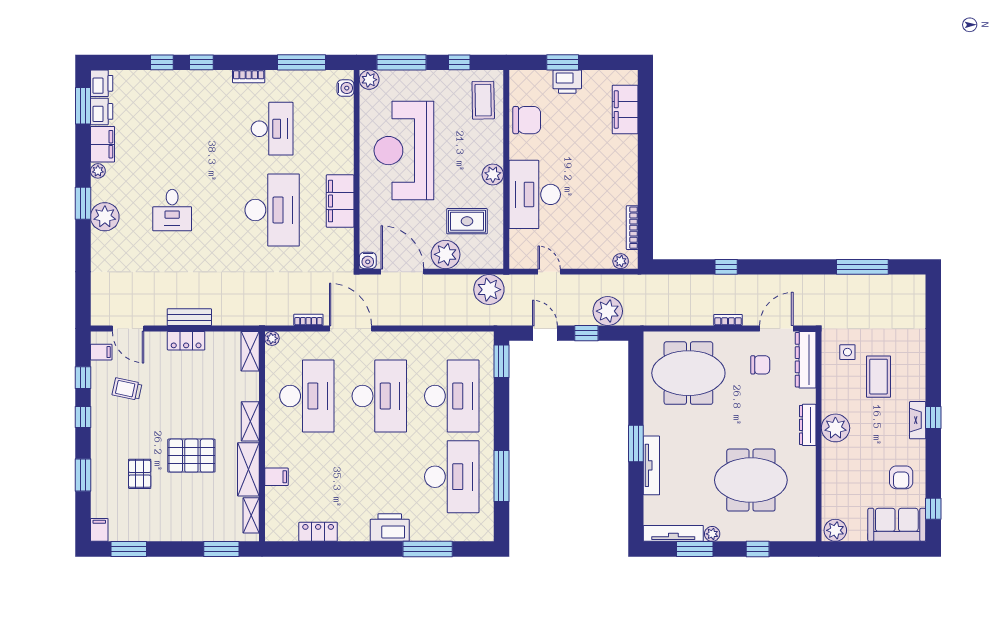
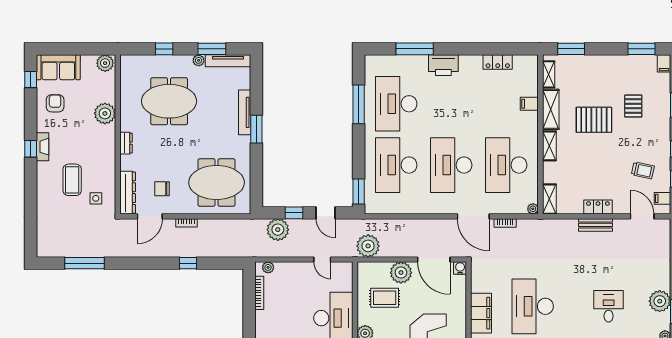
dresser: (808, 425) -> (126, 143), width x0.70
plant: (835, 428) -> (105, 113), moved

